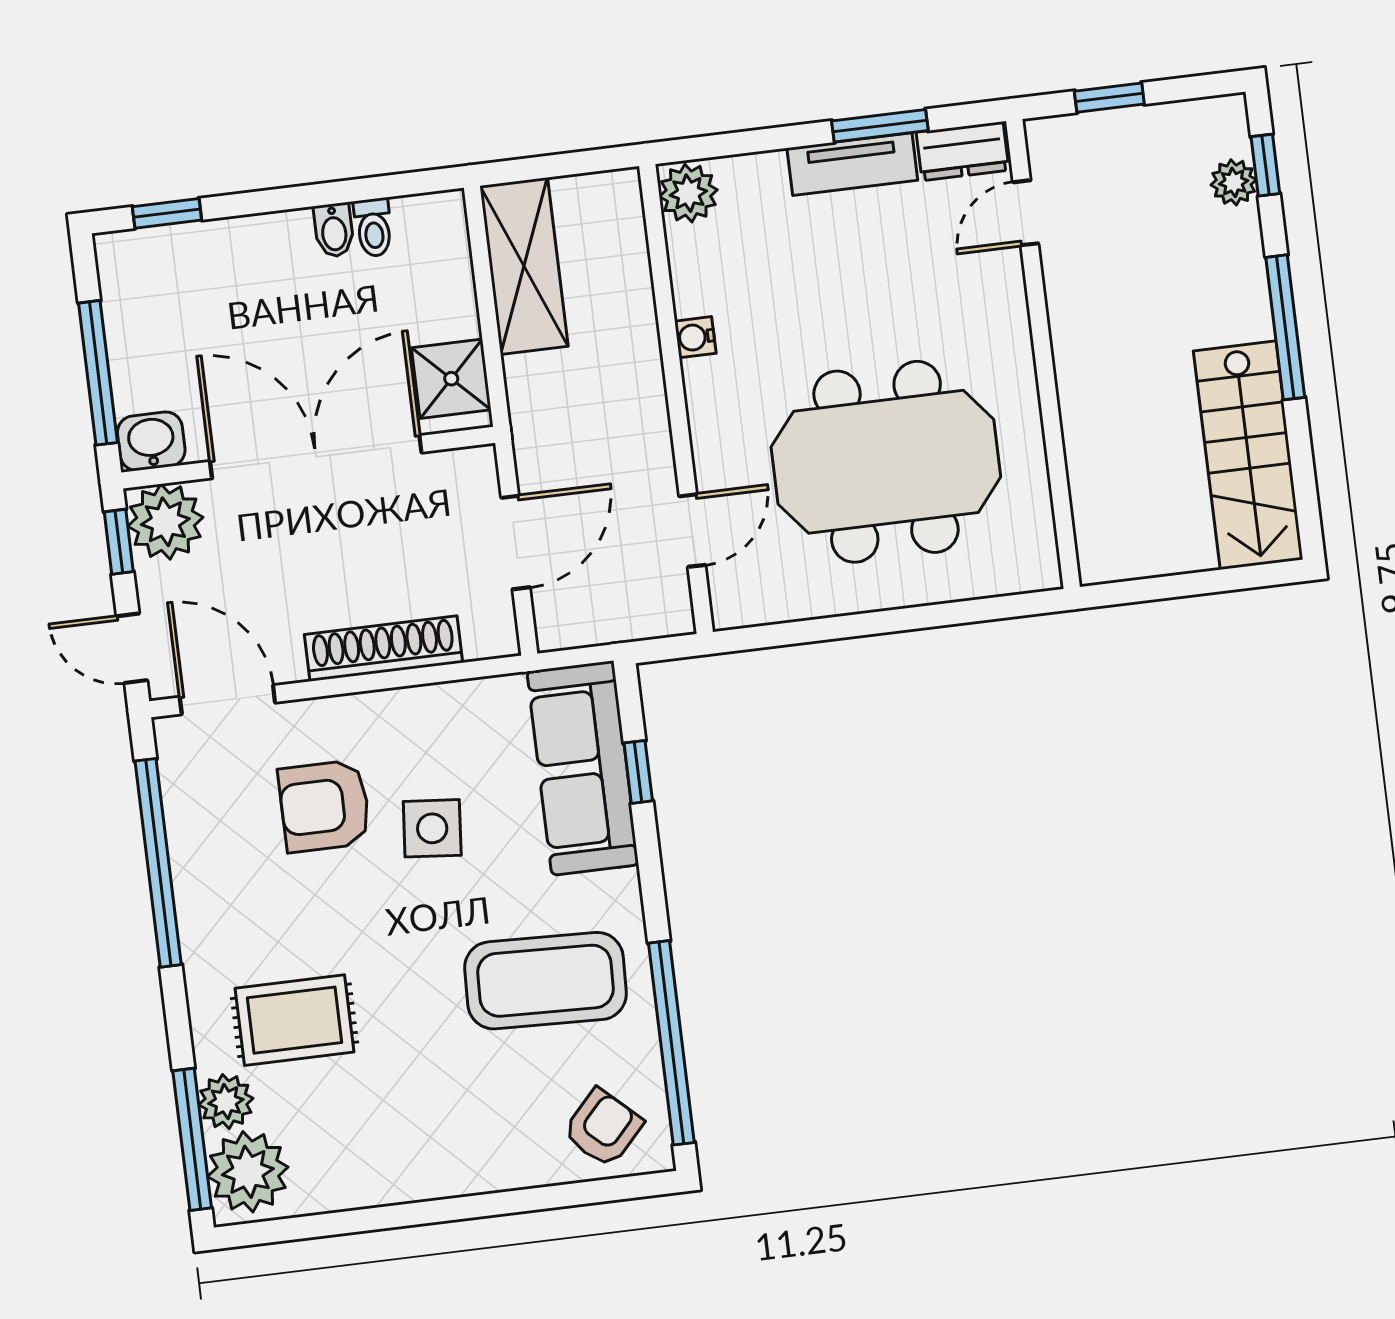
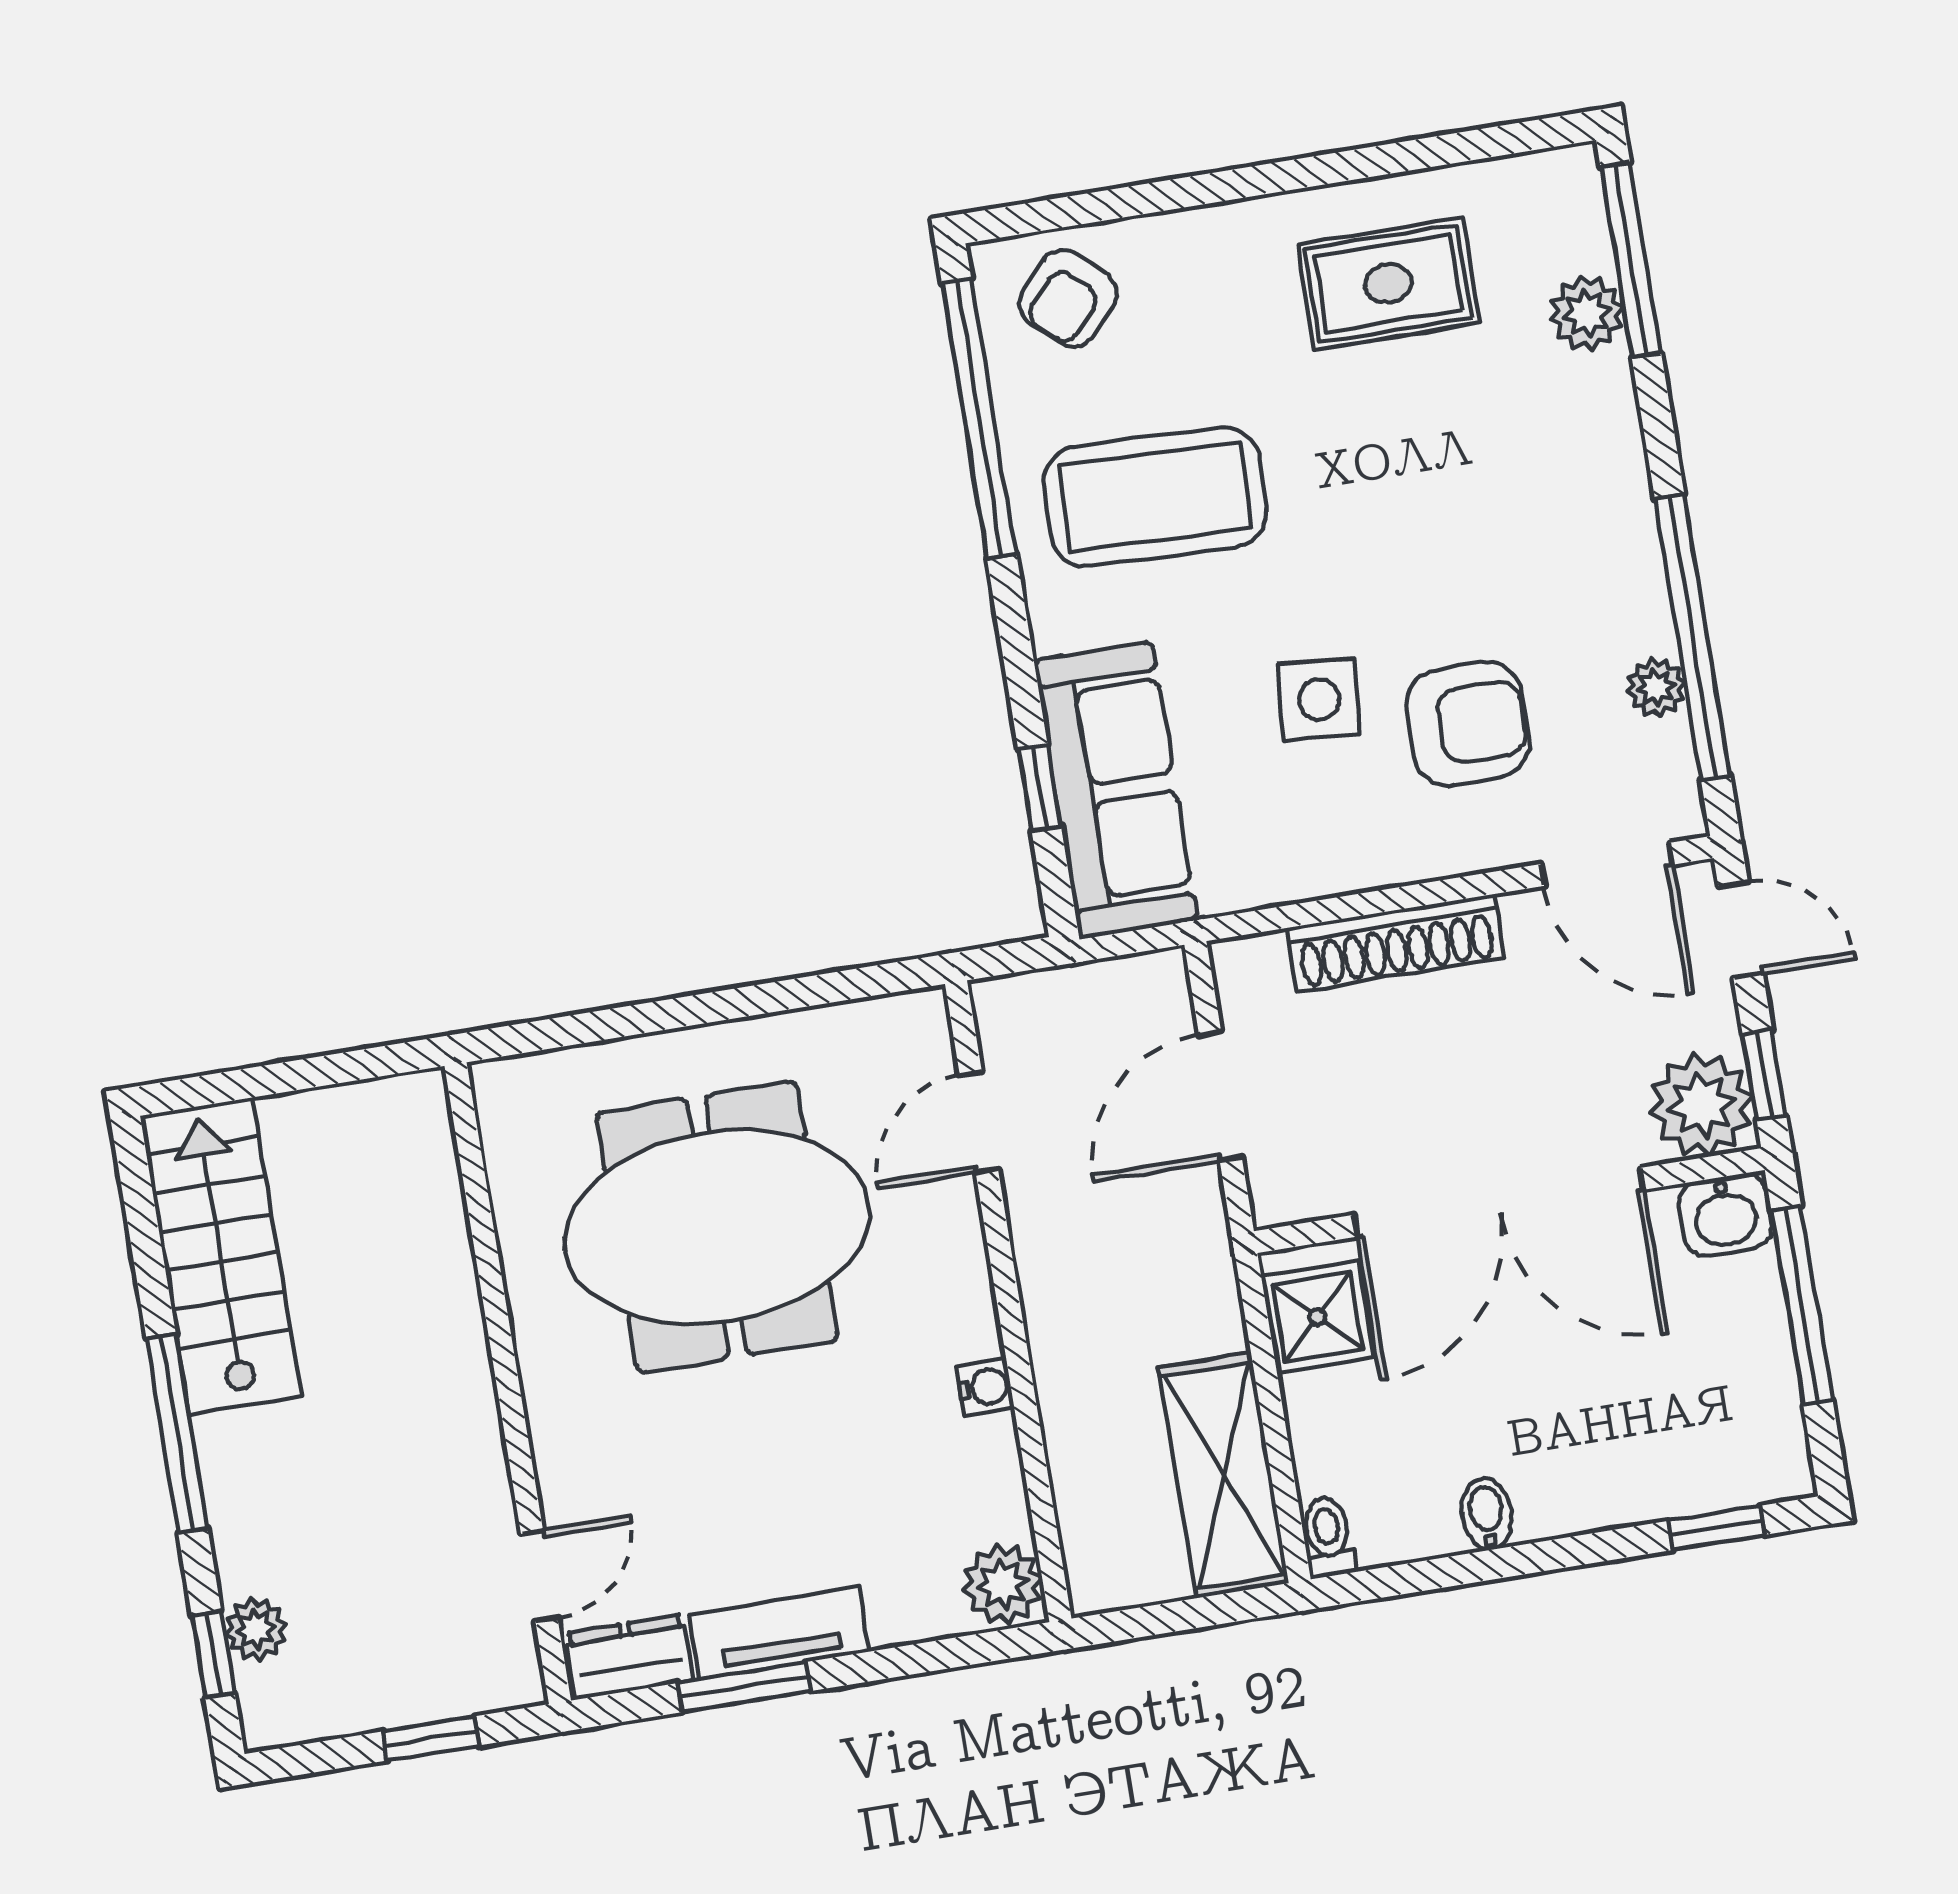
toilet: (373, 227) -> (1328, 1537), moved
rug: (295, 1020) -> (1388, 283), moved
plant: (248, 1172) -> (1656, 688), moved, width x0.53, depth x0.53

